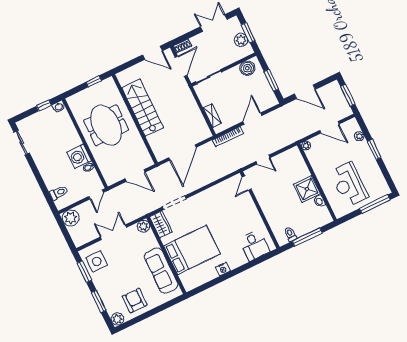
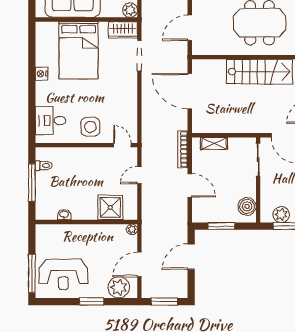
plant: (359, 136) -> (119, 287), width x1.88, depth x1.88
reception desk: (349, 184) -> (63, 274), moved, turned 180
shower: (307, 189) -> (110, 207), moved
side table: (245, 214) -> (90, 127), added

